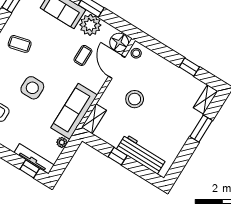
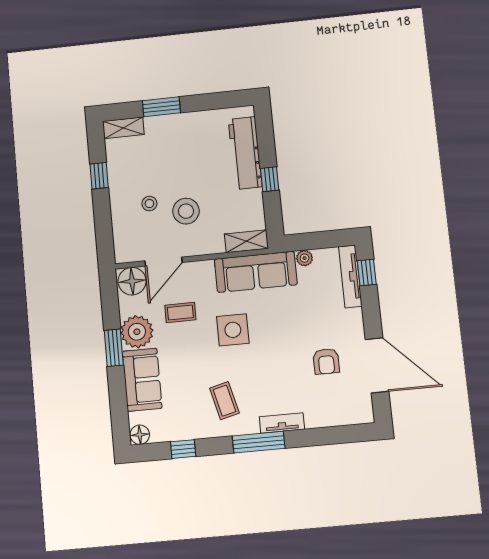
stool: (136, 53) -> (149, 204), moved
side table: (32, 88) -> (233, 330), moved

